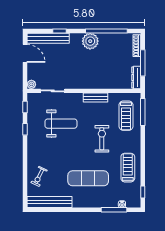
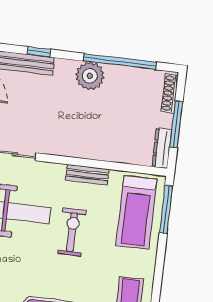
treadmill: (126, 116) -> (136, 212), width x1.37, depth x1.38
exercise bike: (102, 139) -> (72, 232), moved

